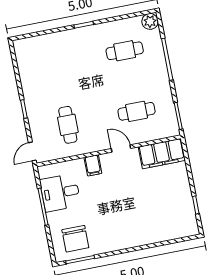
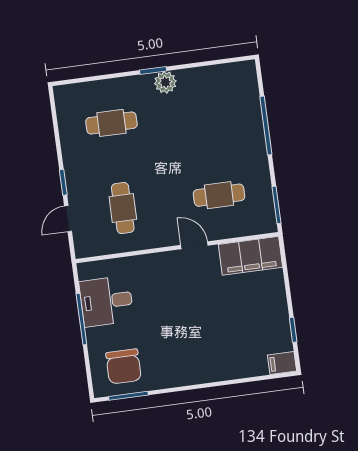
plant: (150, 21) -> (165, 82), moved
cafe table: (125, 51) -> (111, 123), moved
door: (32, 151) -> (68, 219), moved
filing cabinet: (93, 165) -> (282, 363), moved, turned 90

